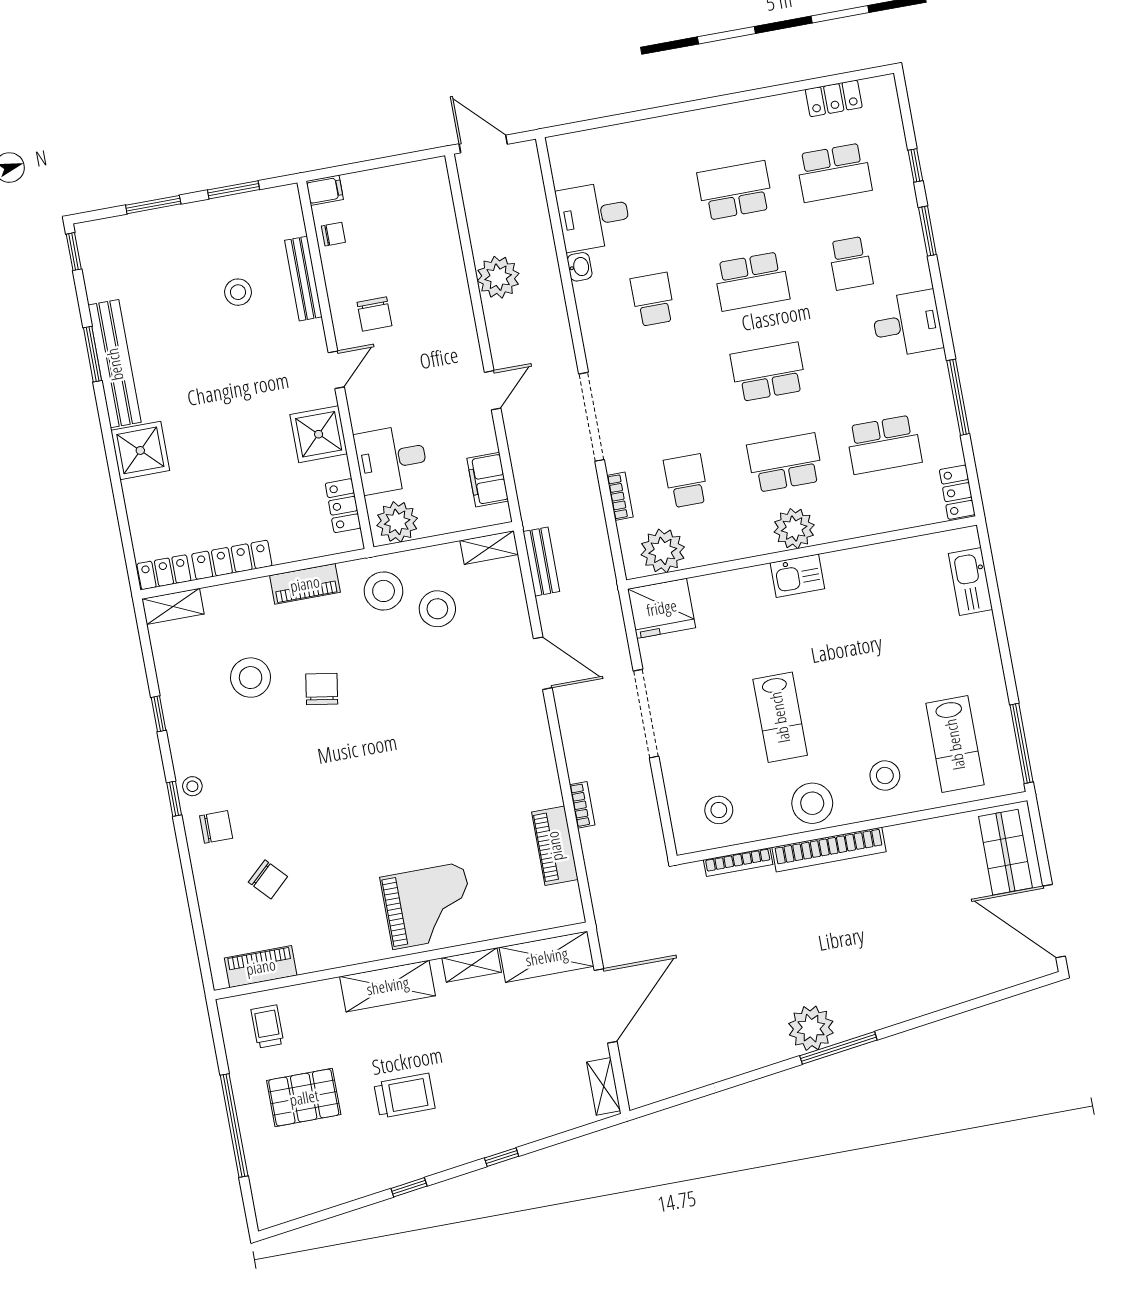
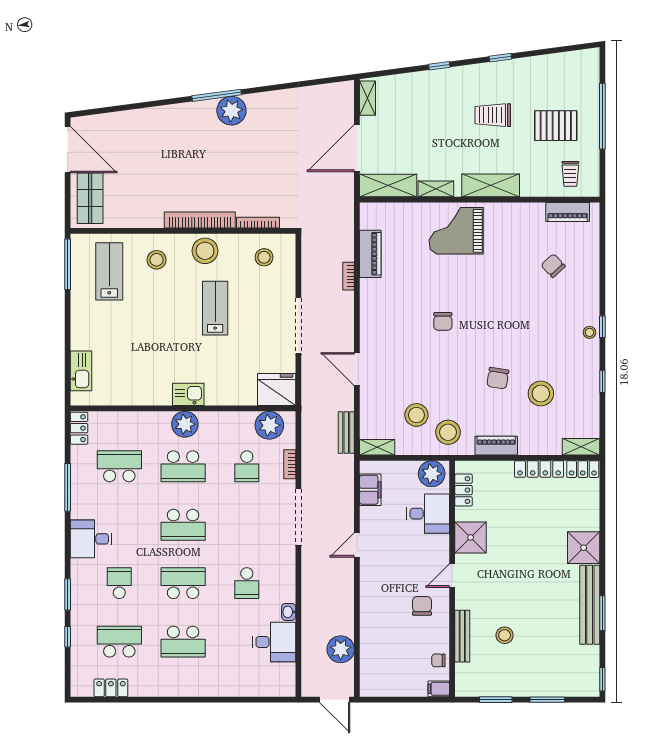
plant: (498, 277) -> (341, 649), moved
chair: (216, 827) -> (443, 321), moved, turned -90

